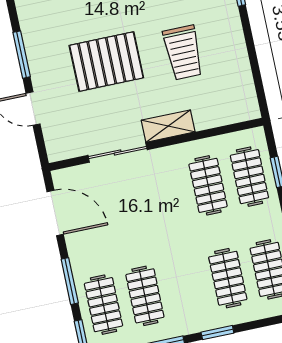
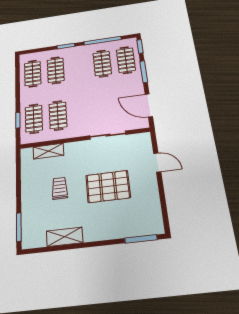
trolley: (183, 52) -> (60, 188), width x0.73, depth x0.72
window: (22, 55) -> (162, 195), removed
shelving: (168, 126) -> (48, 151), moved

